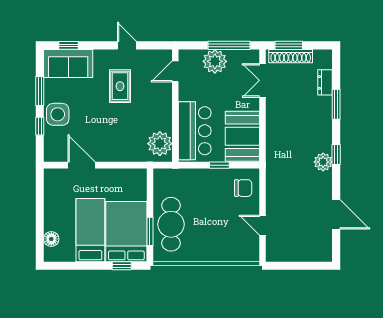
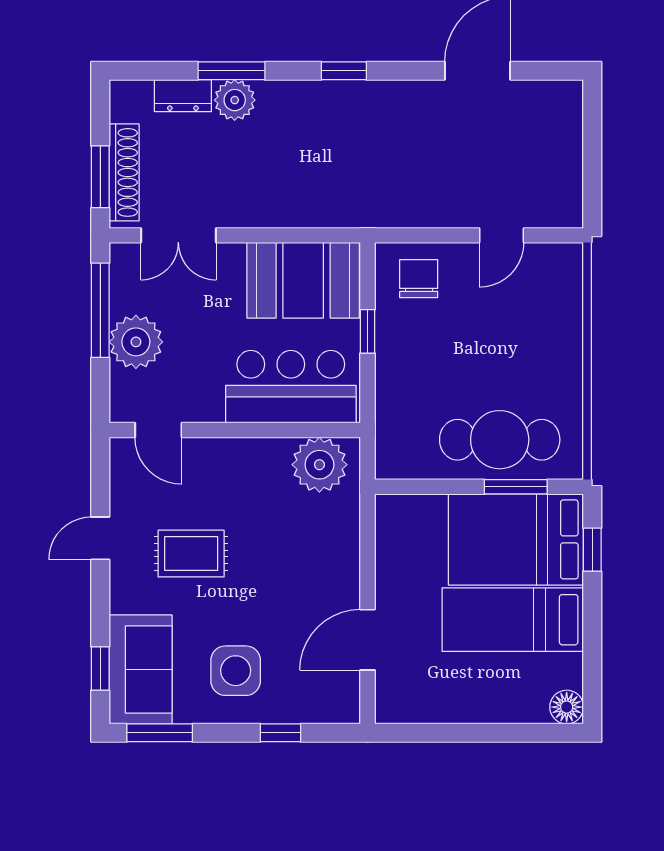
window: (40, 91) -> (160, 733), moved
side table: (58, 114) -> (236, 671), moved
plant: (323, 162) -> (235, 100), moved
floor lamp: (51, 239) -> (567, 707), moved

